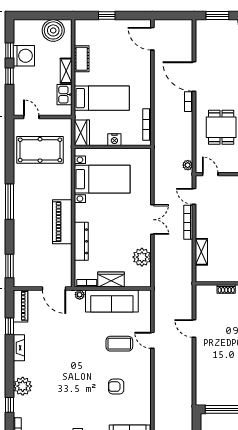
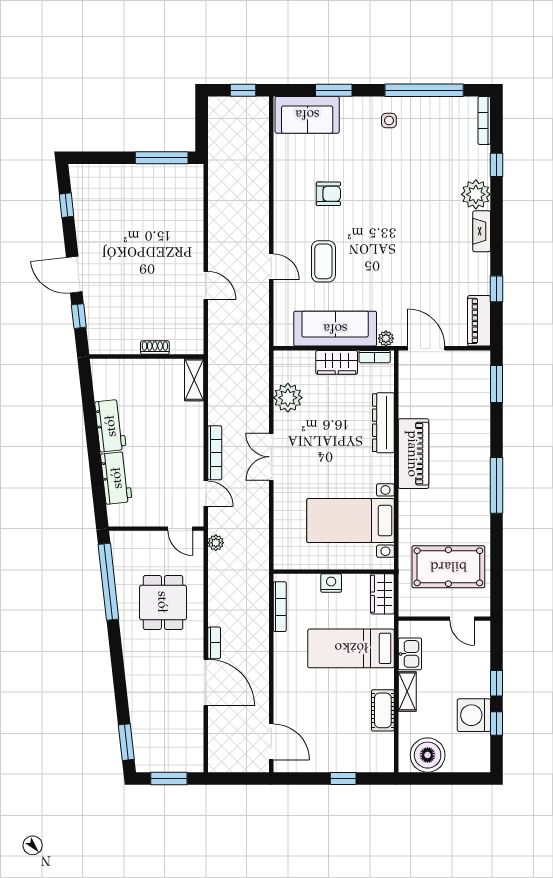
shelving: (201, 252) -> (194, 380), moved
coffee table: (119, 344) -> (323, 261), turned 90
fireplace: (19, 348) -> (482, 231), moved

